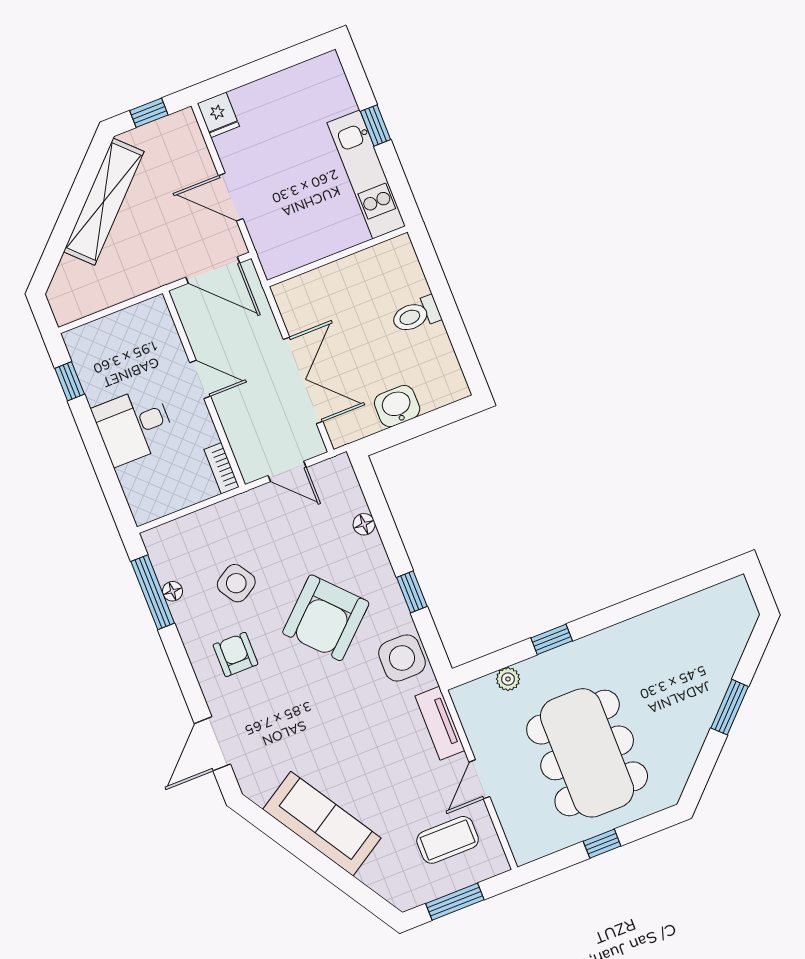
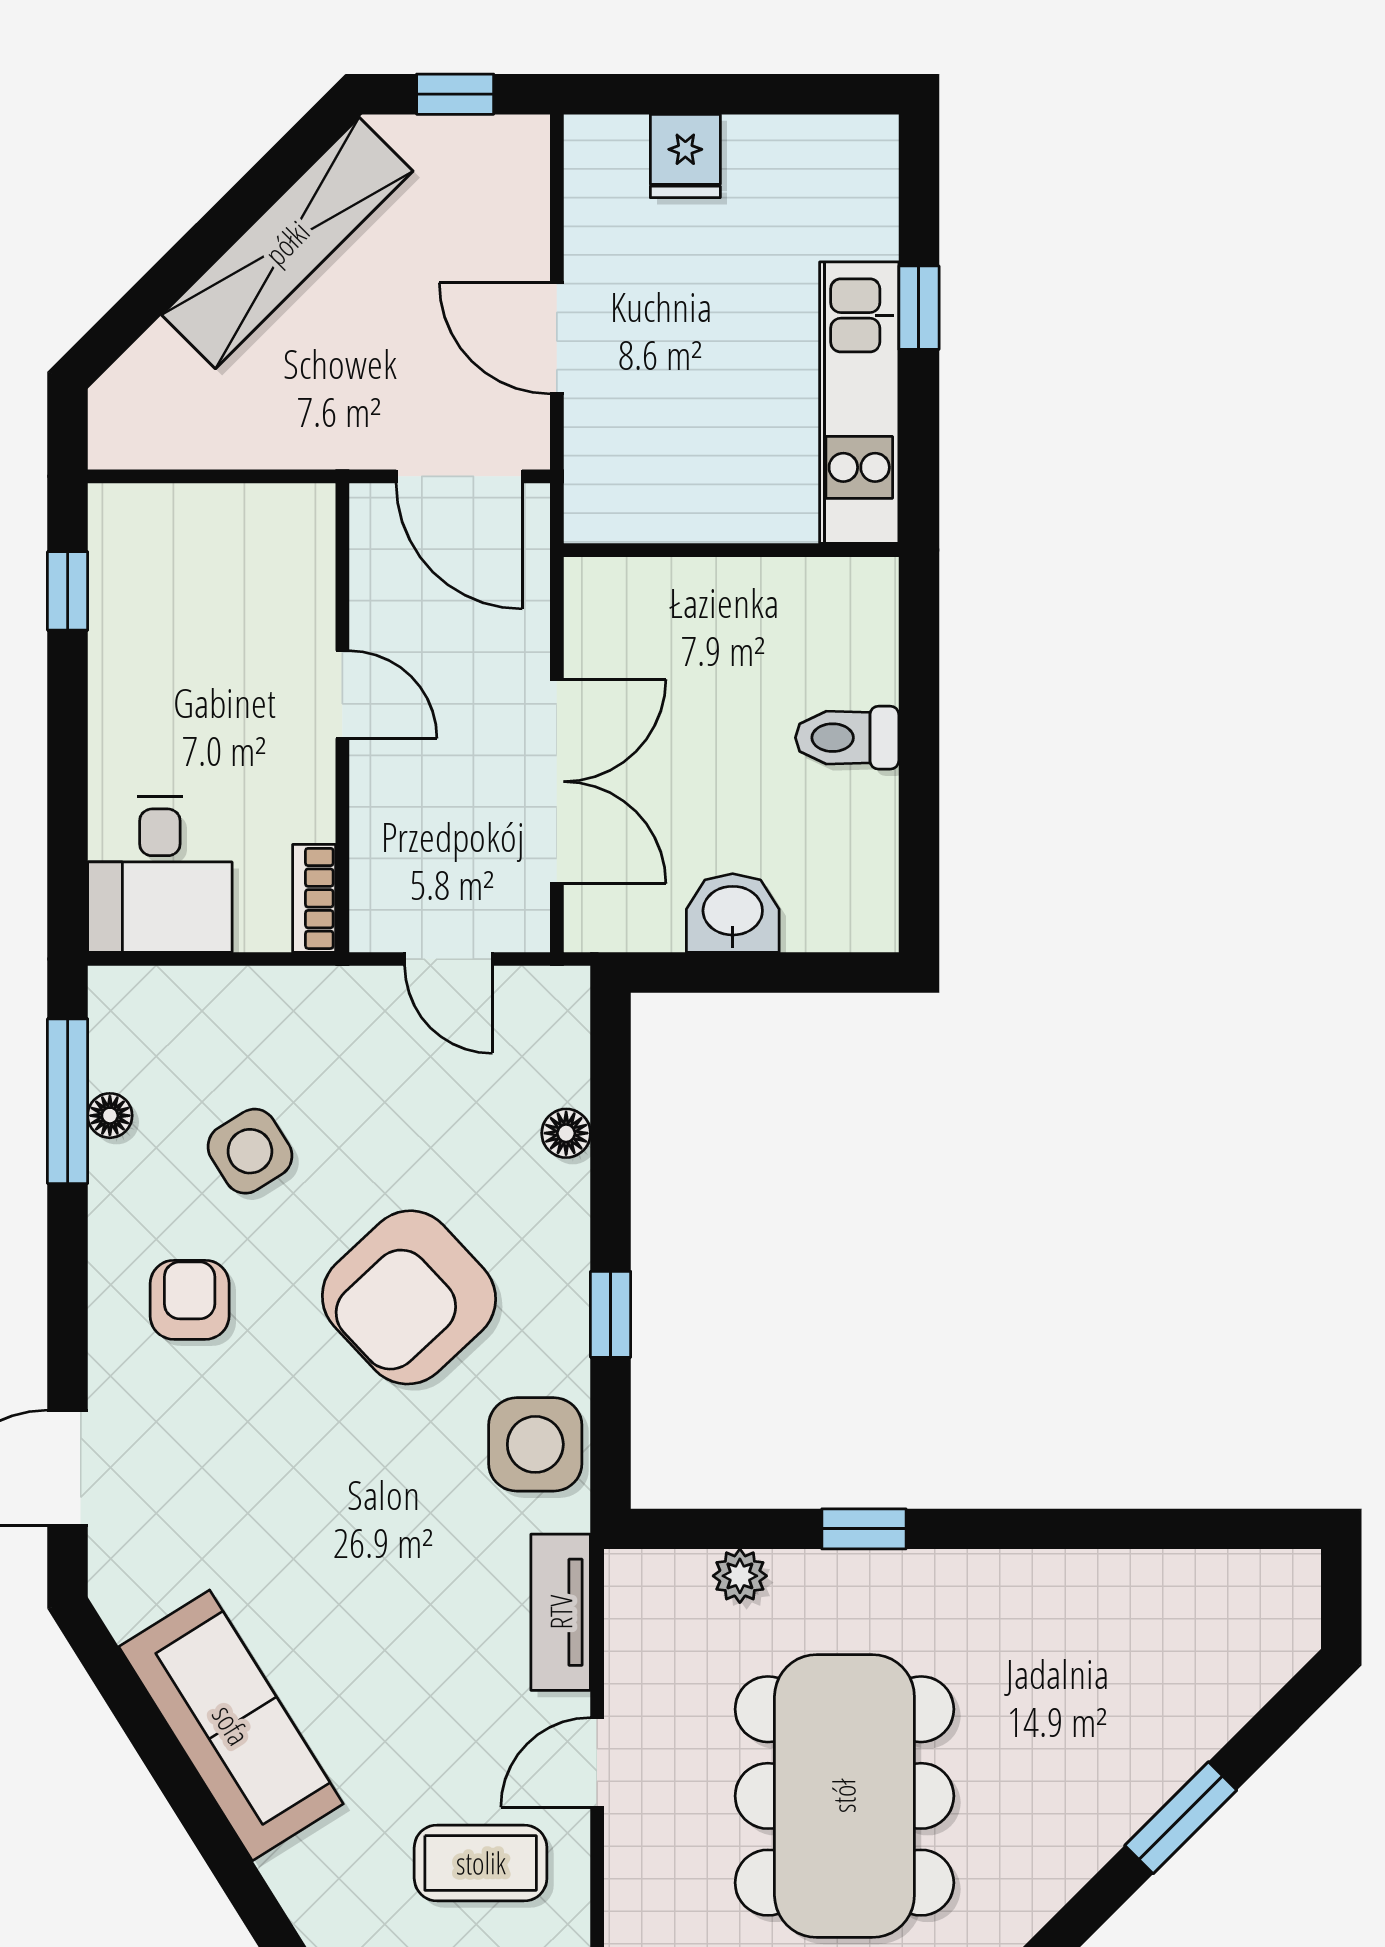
fridge: (218, 115) -> (685, 156), moved
desk: (134, 426) -> (160, 874), moved, turned -90

